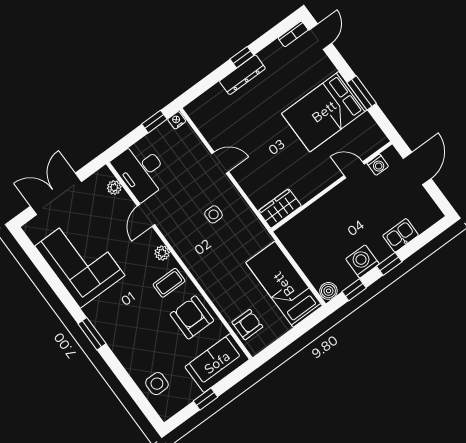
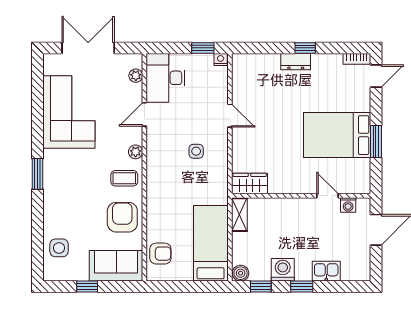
dresser: (242, 75) -> (296, 62), width x0.70
shelving: (291, 241) -> (239, 215), added

